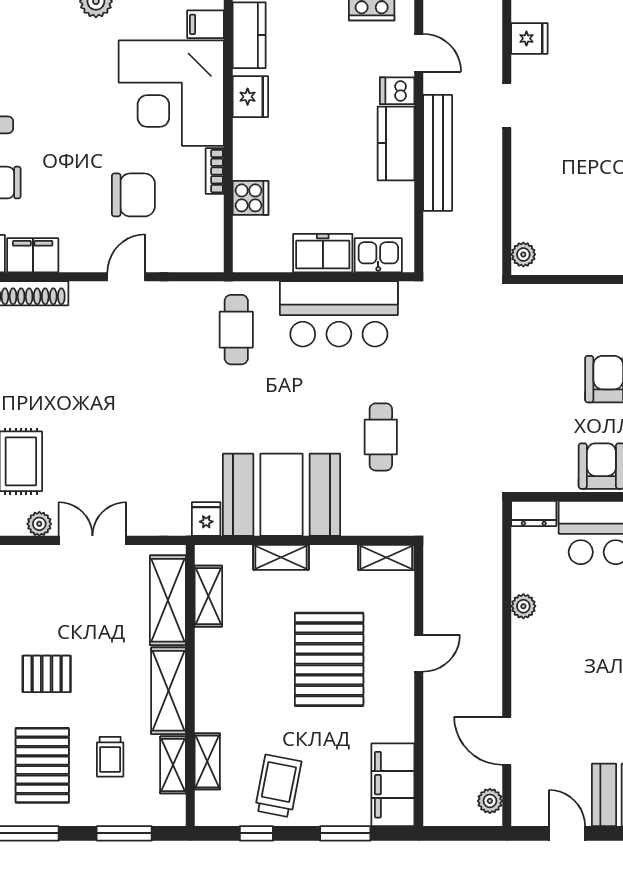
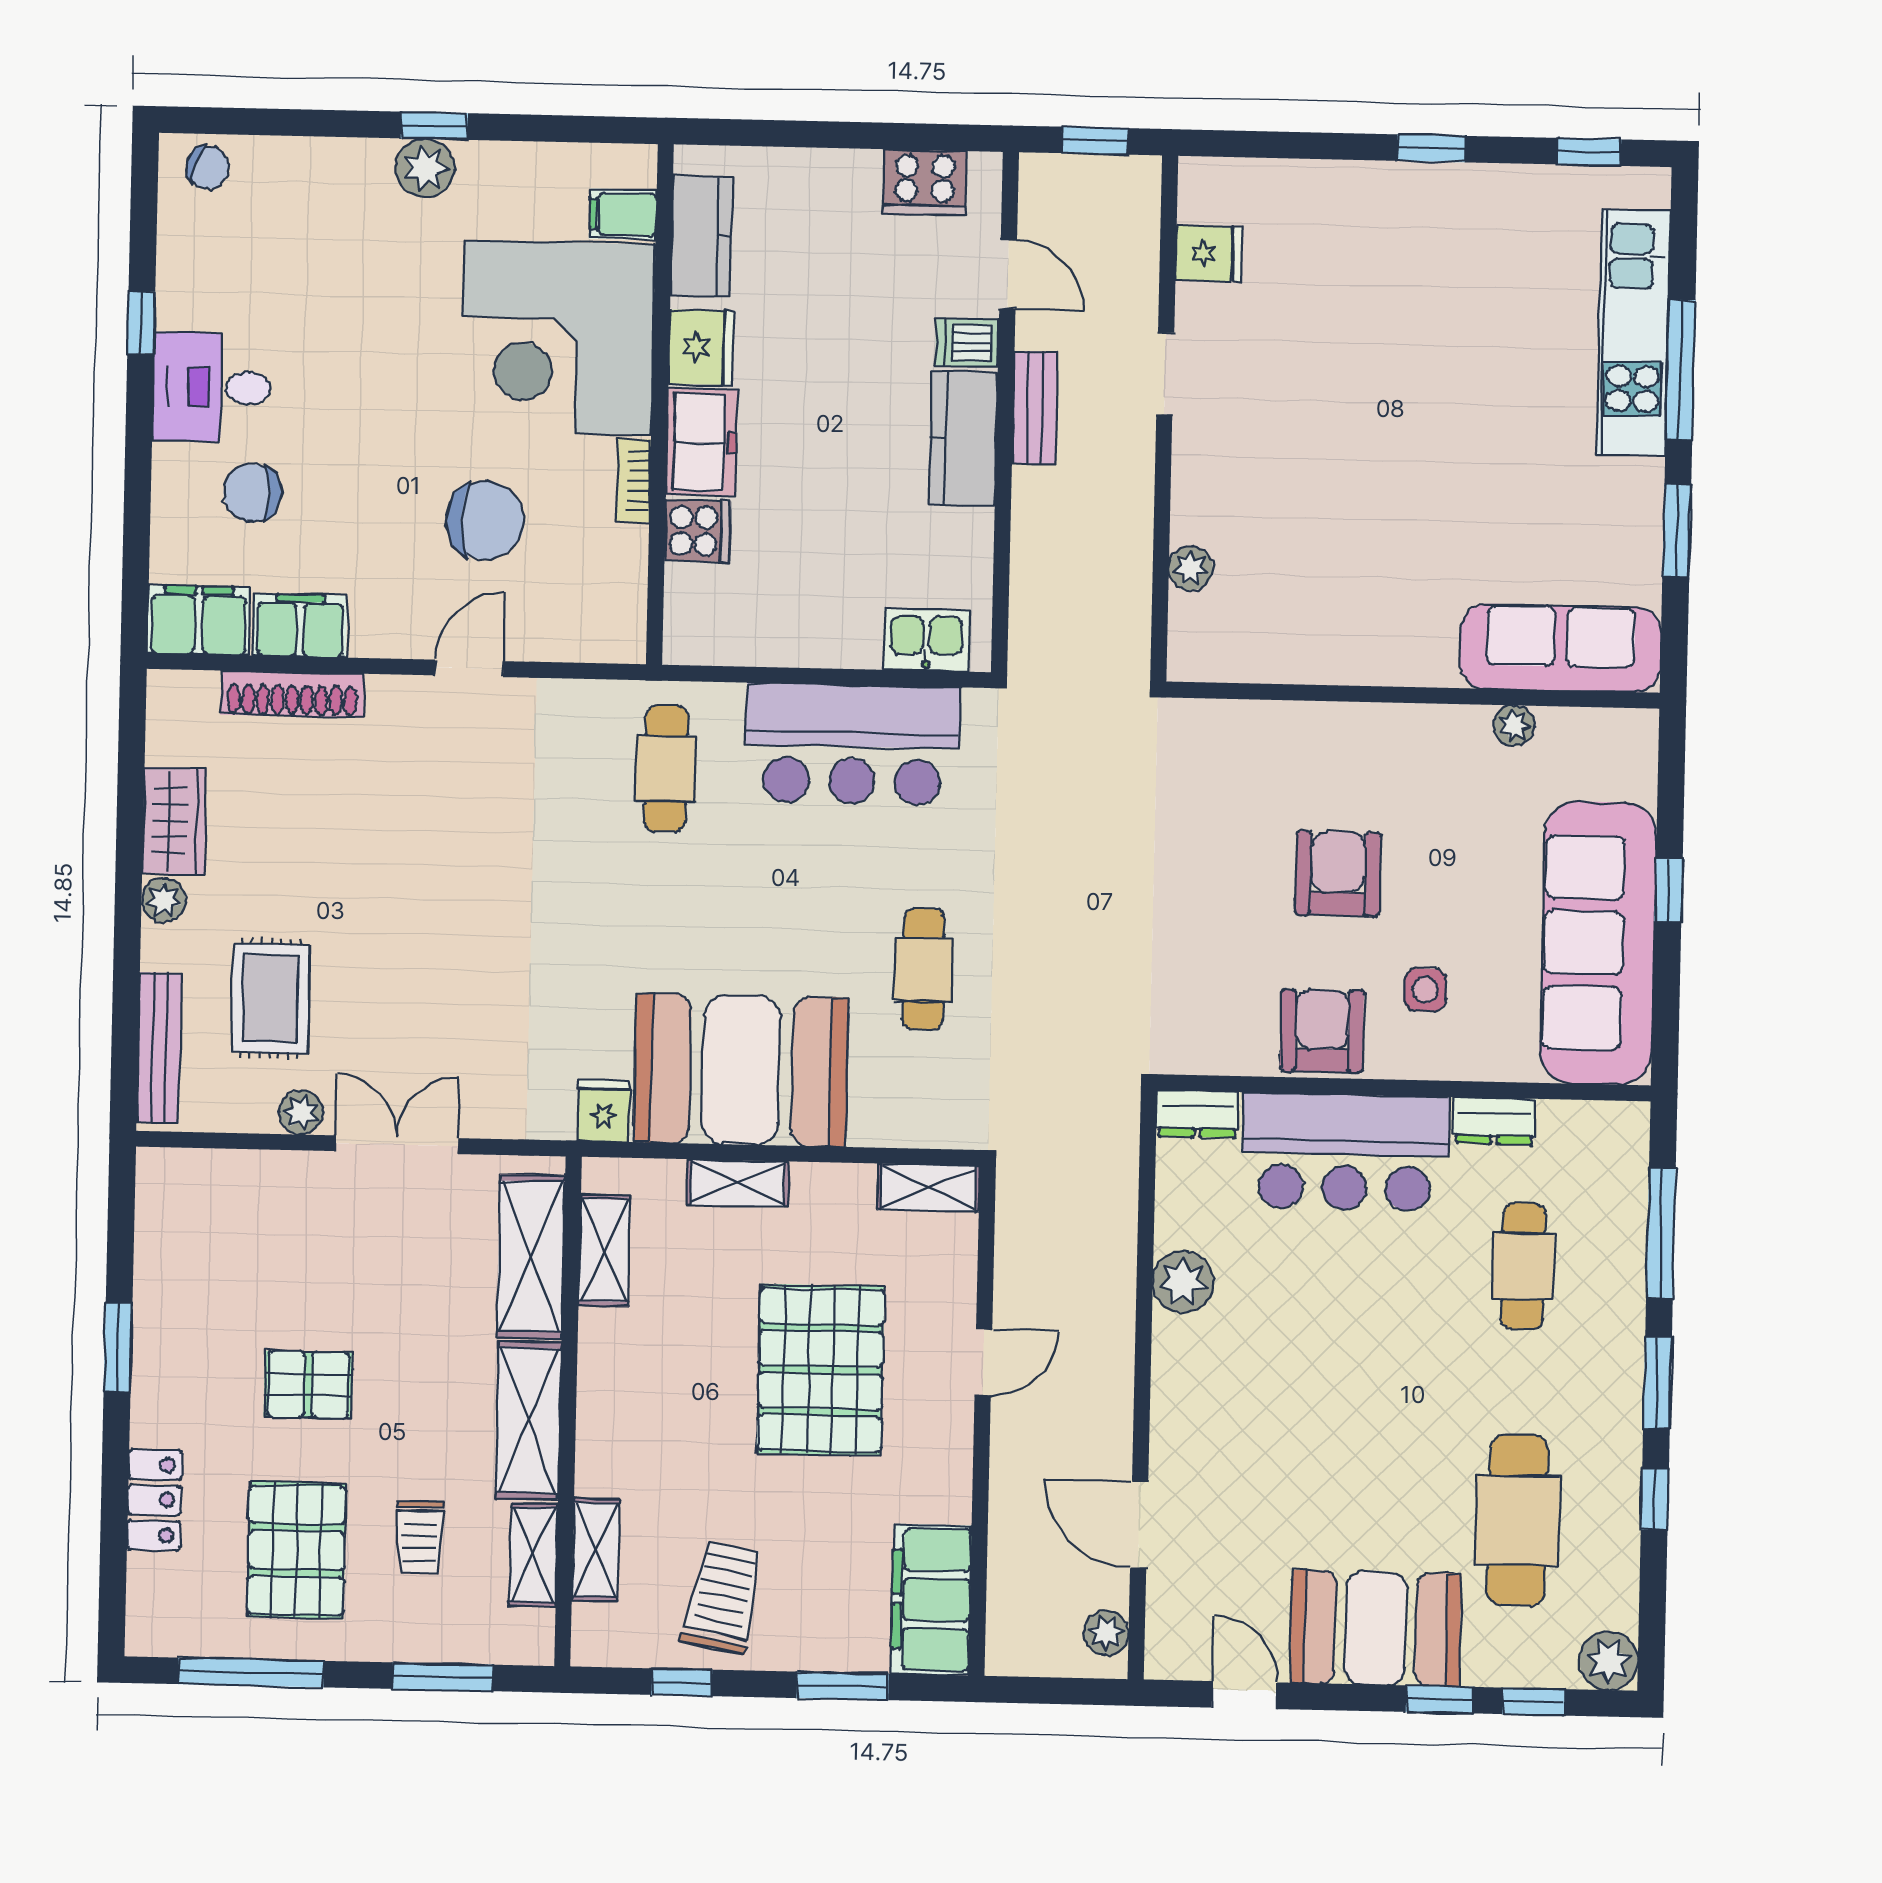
bench: (438, 153) -> (1035, 408), width x0.54, depth x0.82
freezer: (323, 253) -> (702, 442), moved, turned 90
plant: (523, 254) -> (1191, 568), moved
plant: (523, 606) -> (1183, 1282), width x1.38, depth x1.38

